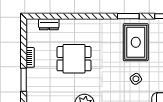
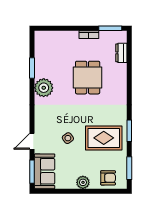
window: (24, 80) -> (110, 28), moved

